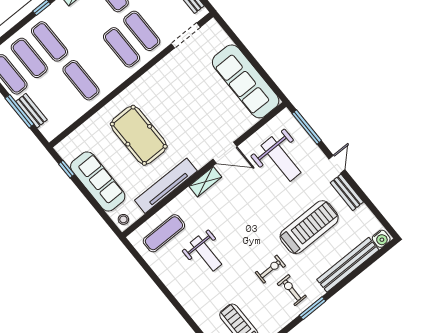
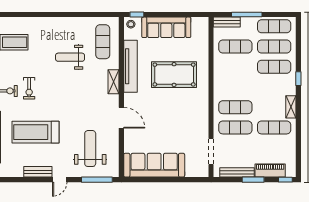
exercise mat: (81, 80) -> (235, 46), moved
bench: (31, 111) -> (227, 22), moved
door: (225, 153) -> (121, 118), swing flipped
weight bench: (281, 159) -> (90, 149), turned 90
door: (337, 164) -> (60, 180), hinge flipped
window: (66, 169) -> (137, 15), moved
shelving: (205, 182) -> (114, 82), moved
treadmill: (309, 227) -> (35, 132), turned 90

